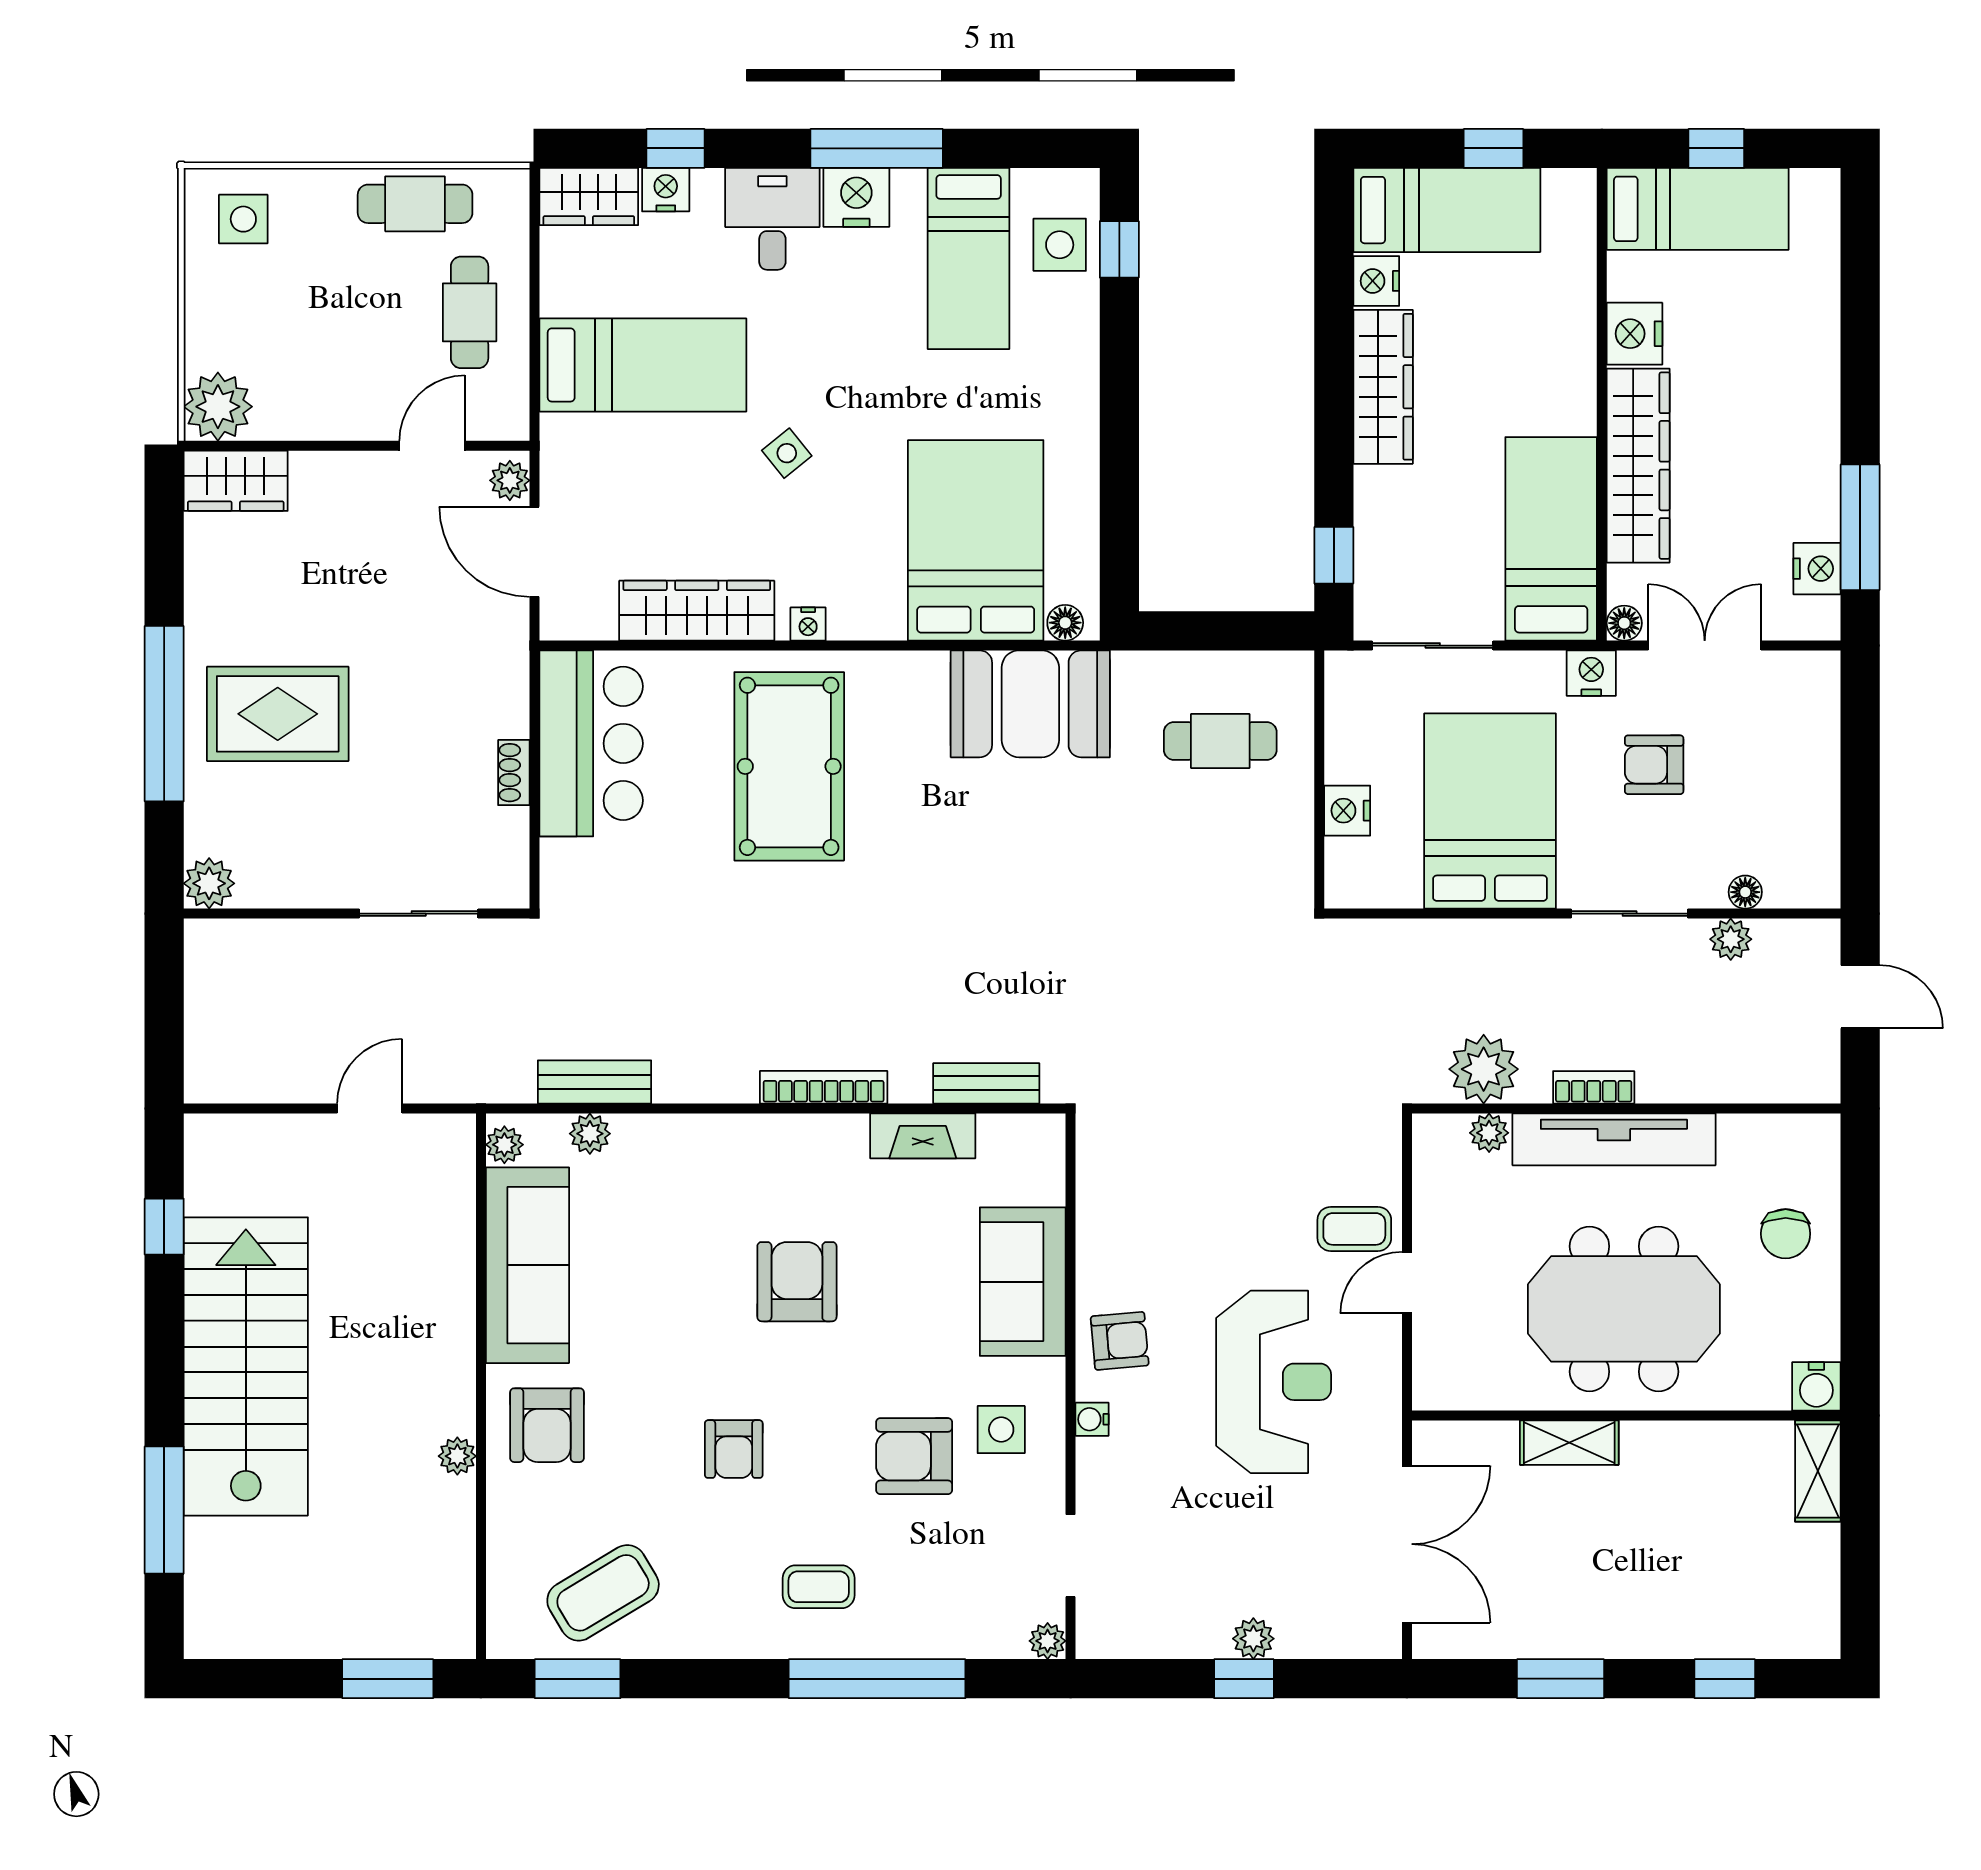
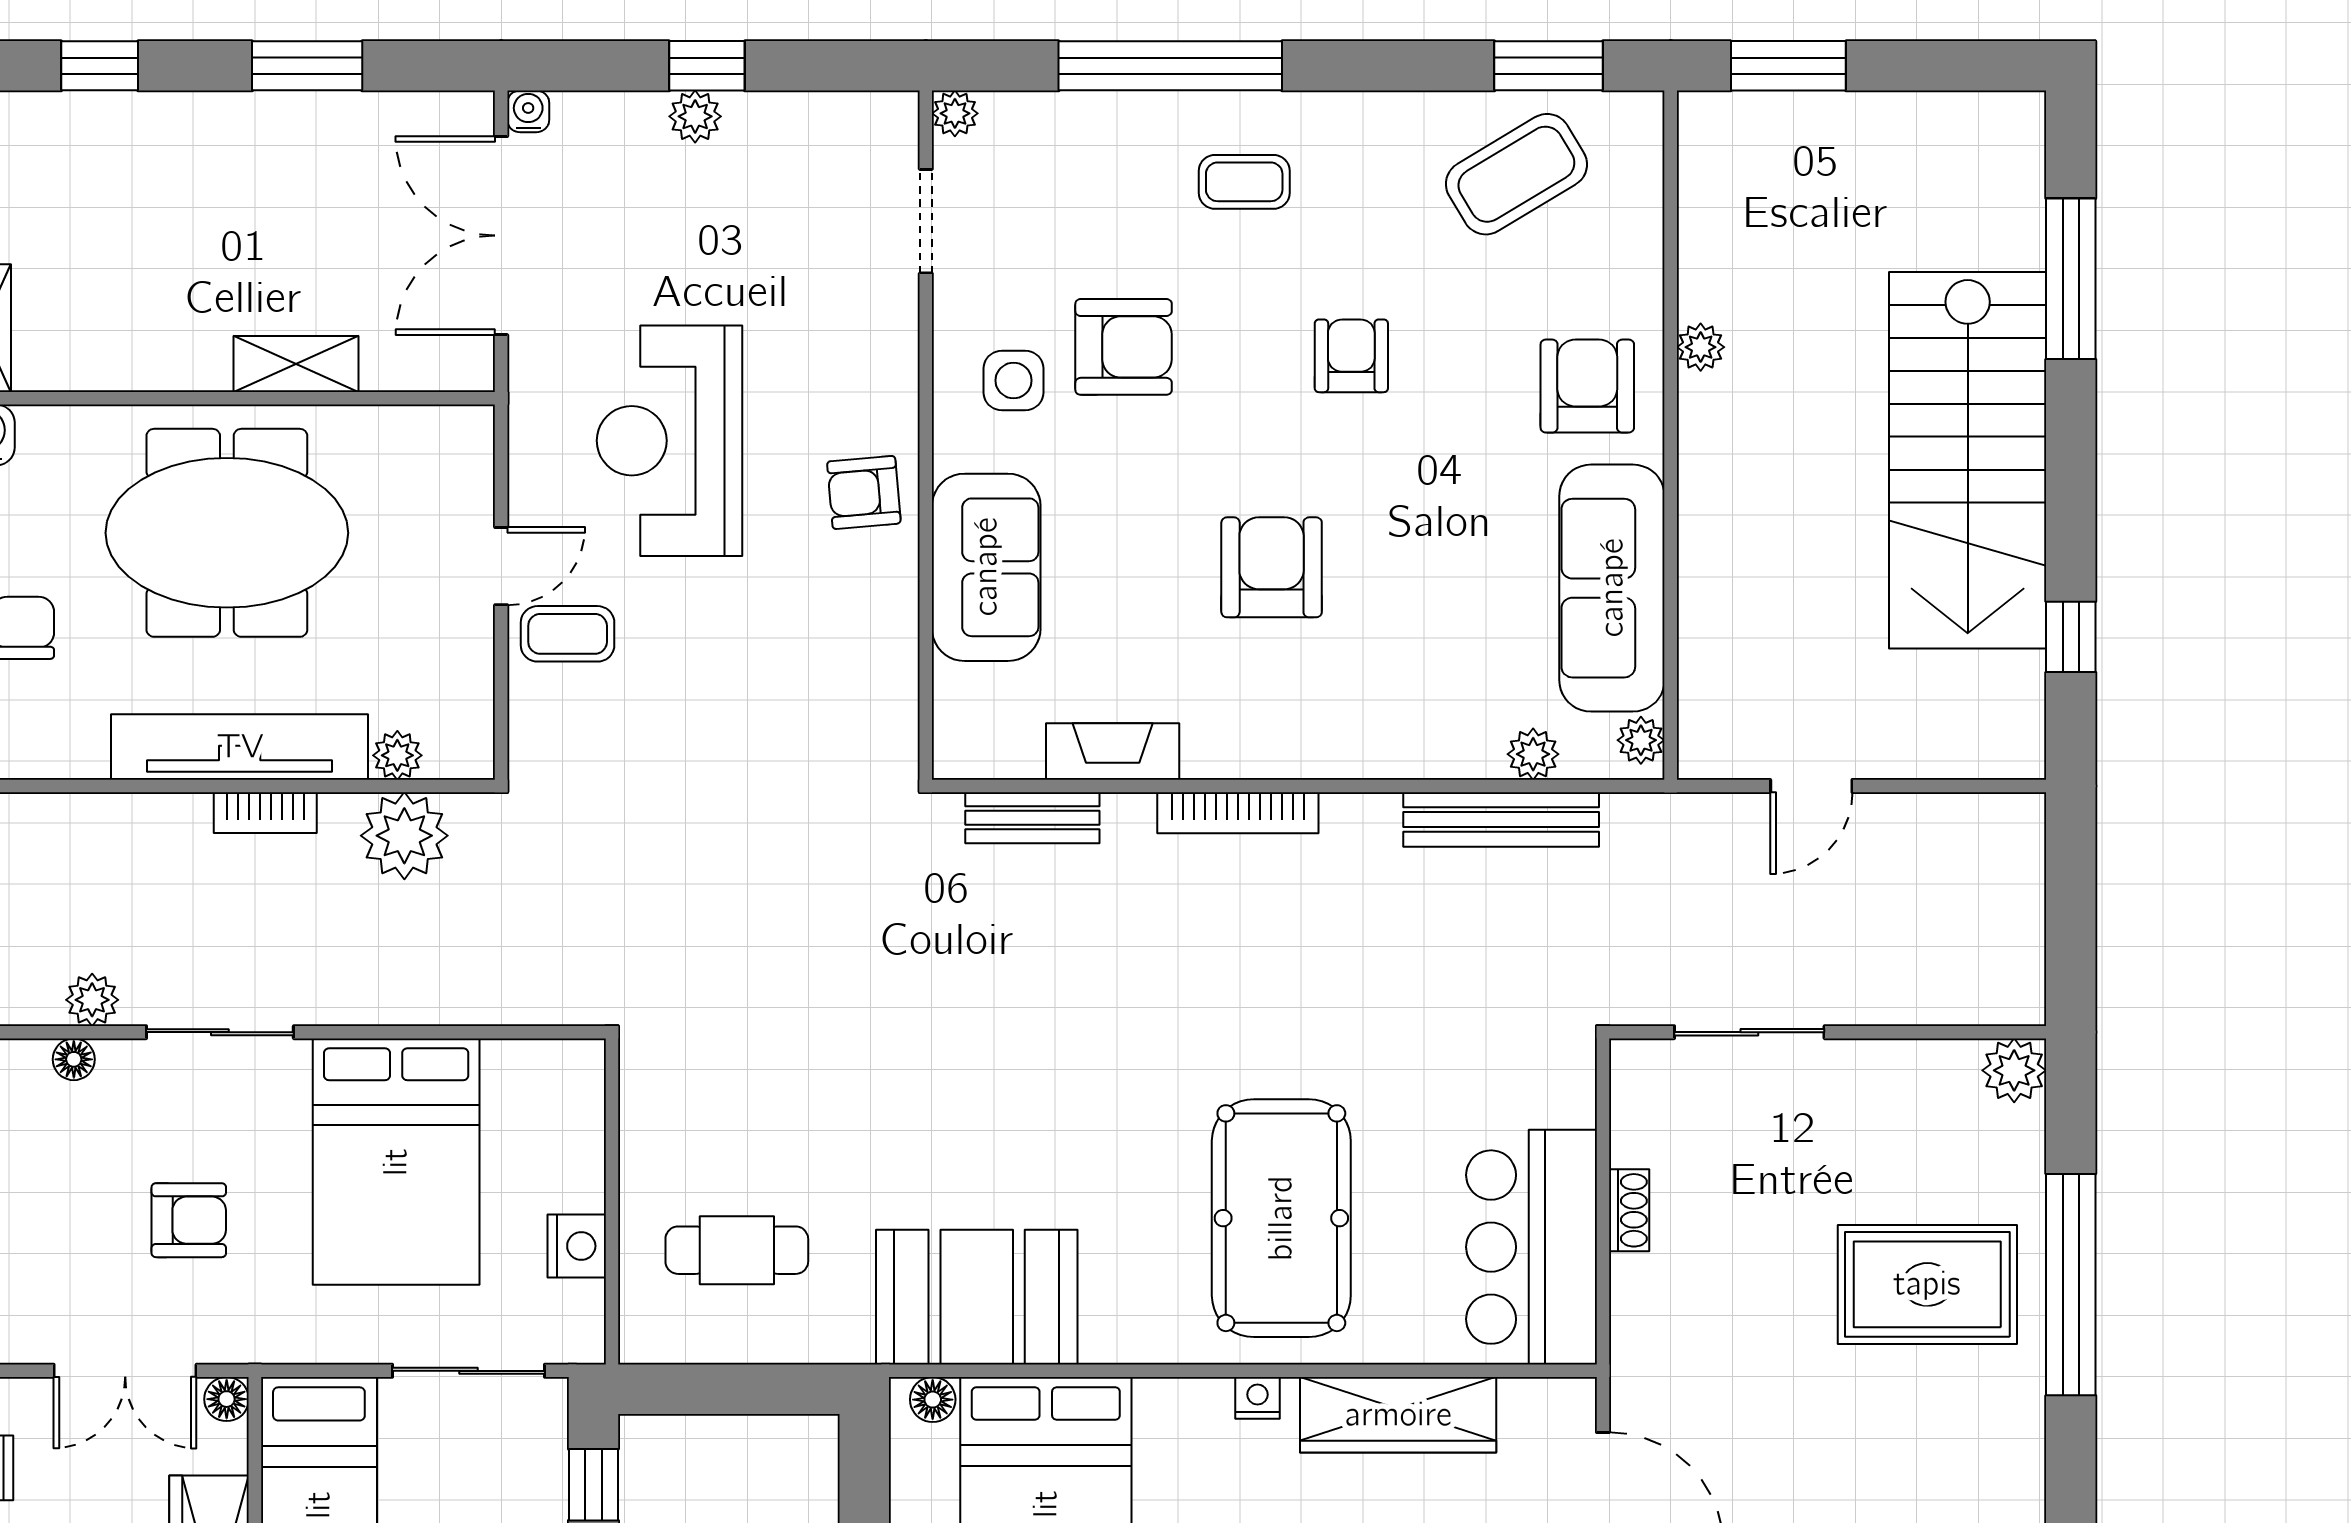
nightstand: (1591, 673) -> (268, 1336), removed
nightstand: (1347, 811) -> (577, 1246), moved
bench: (594, 1082) -> (1501, 819), width x1.36
armchair: (797, 1282) -> (1272, 567), turned 180
water cooler: (1092, 1419) -> (528, 111), moved, turned -90

